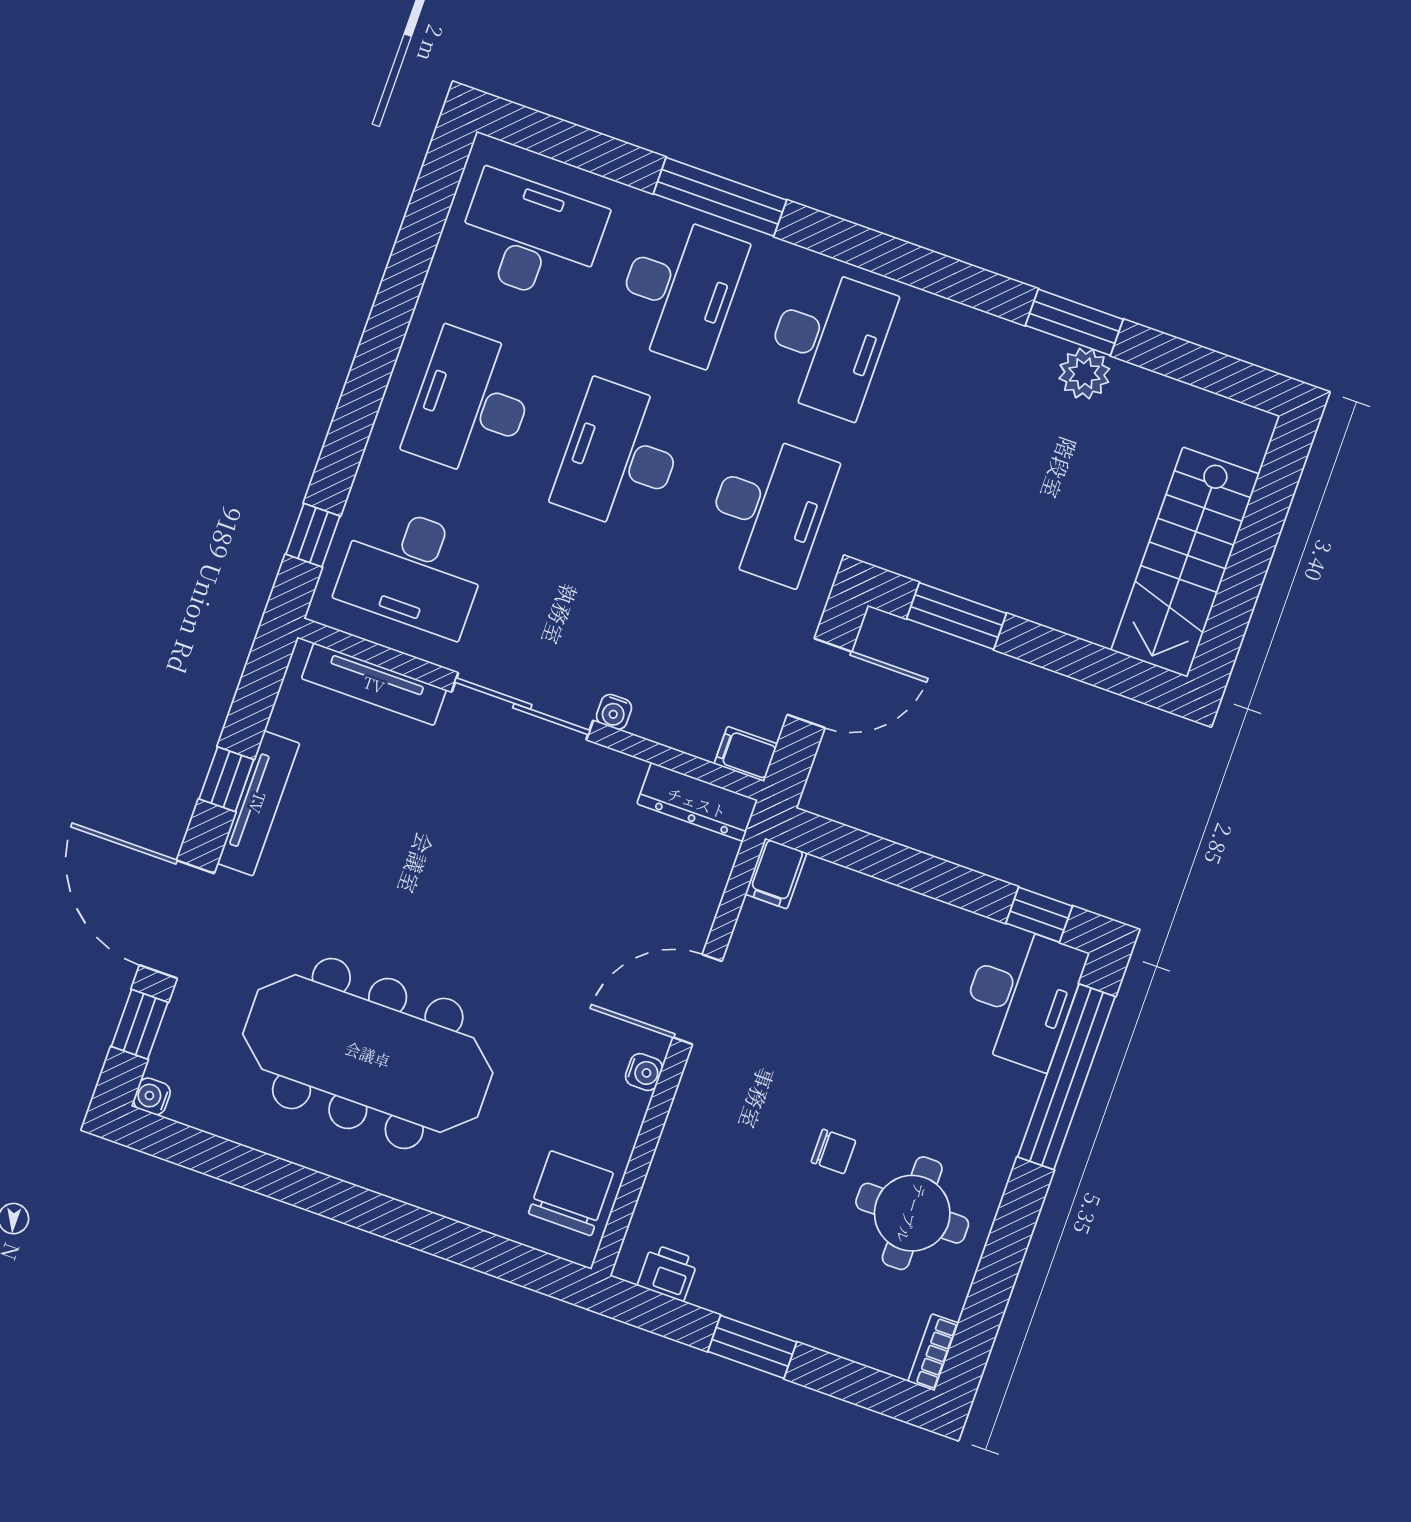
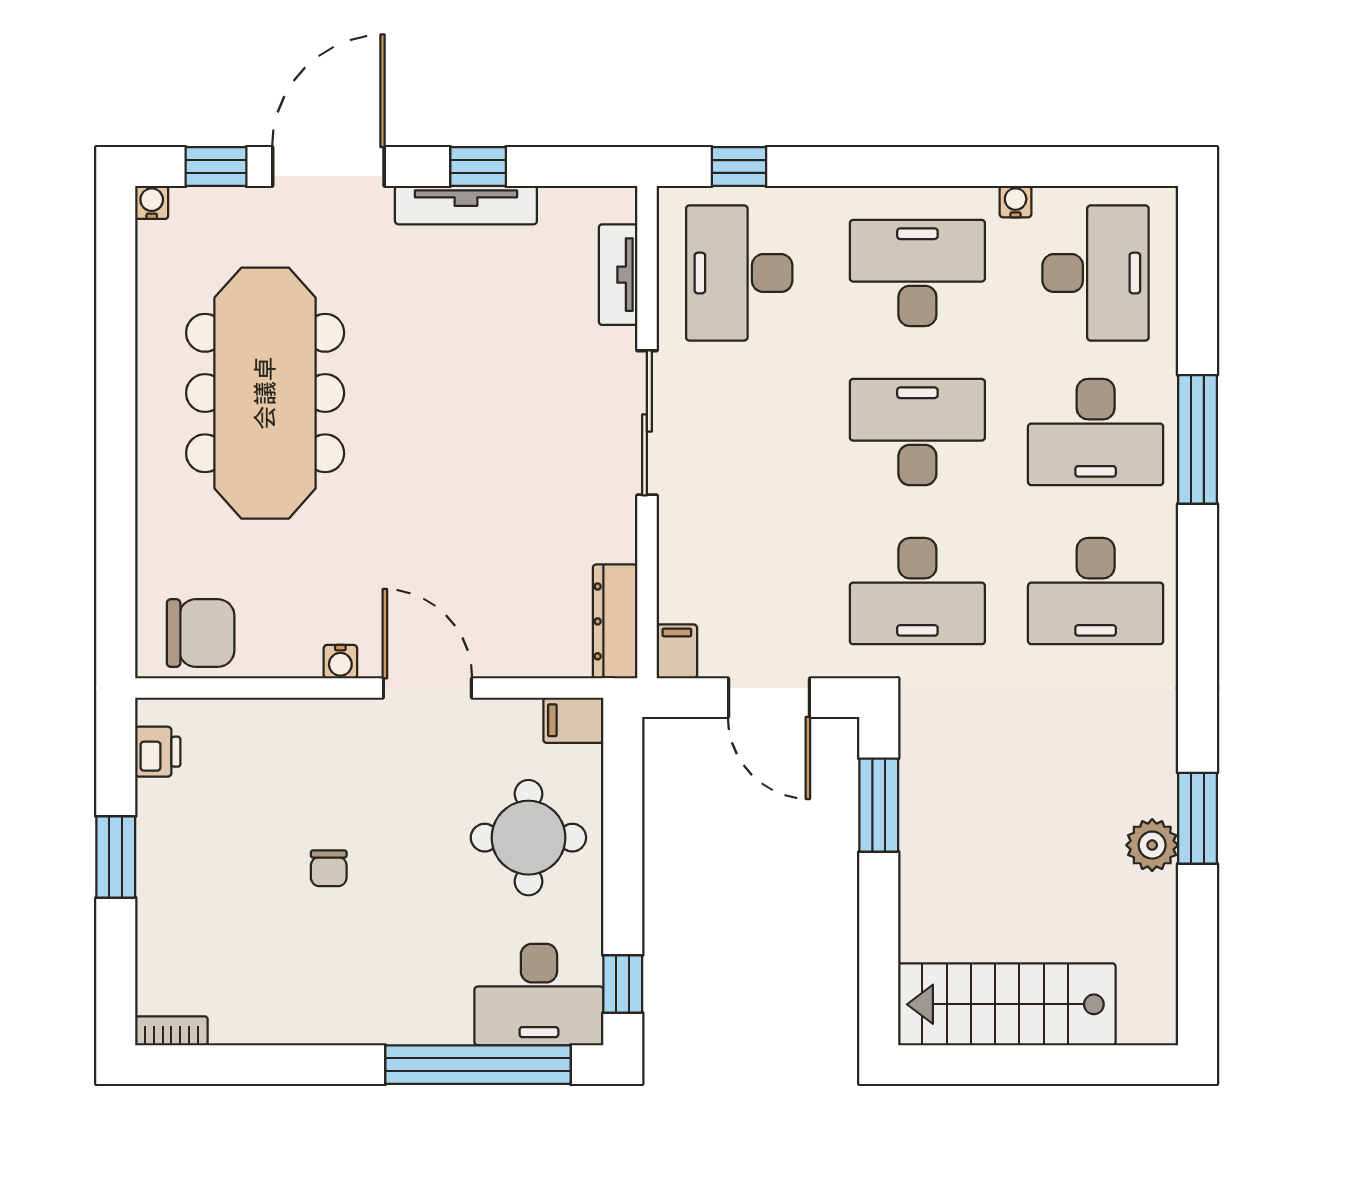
tv unit: (374, 684) -> (618, 275), width x0.71
water cooler: (614, 712) -> (1016, 202), moved, turned 90
round table: (912, 1213) -> (528, 838), moved

